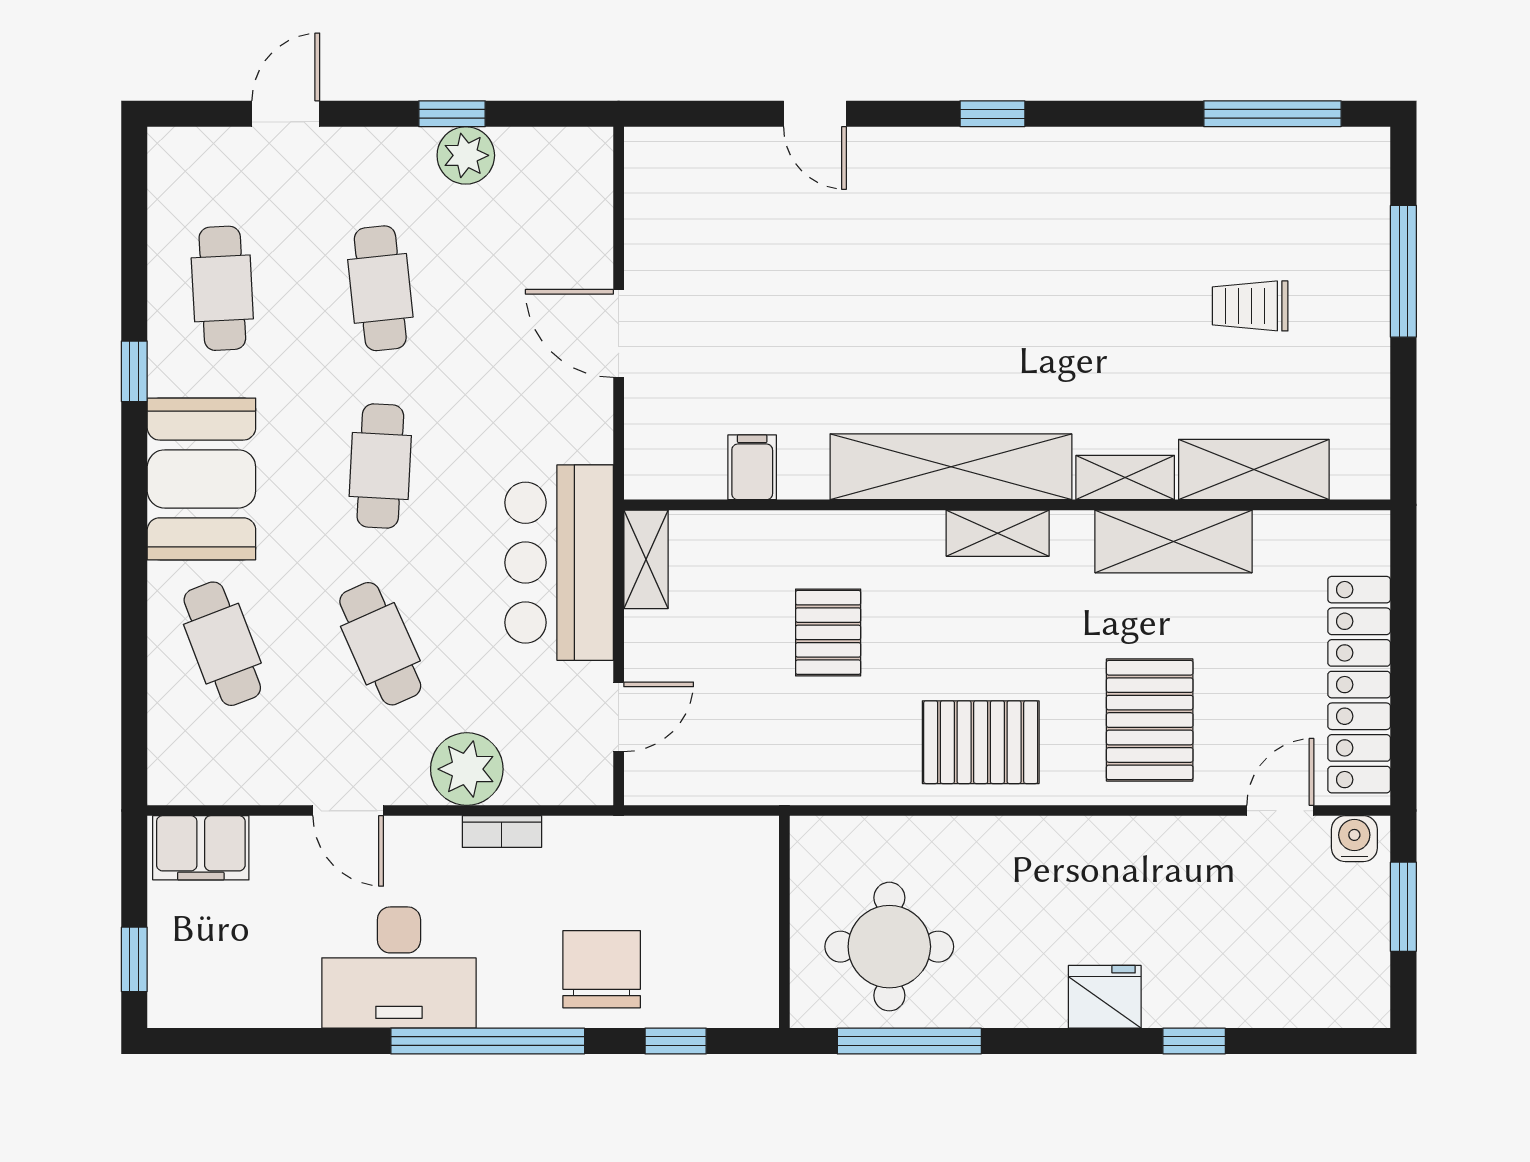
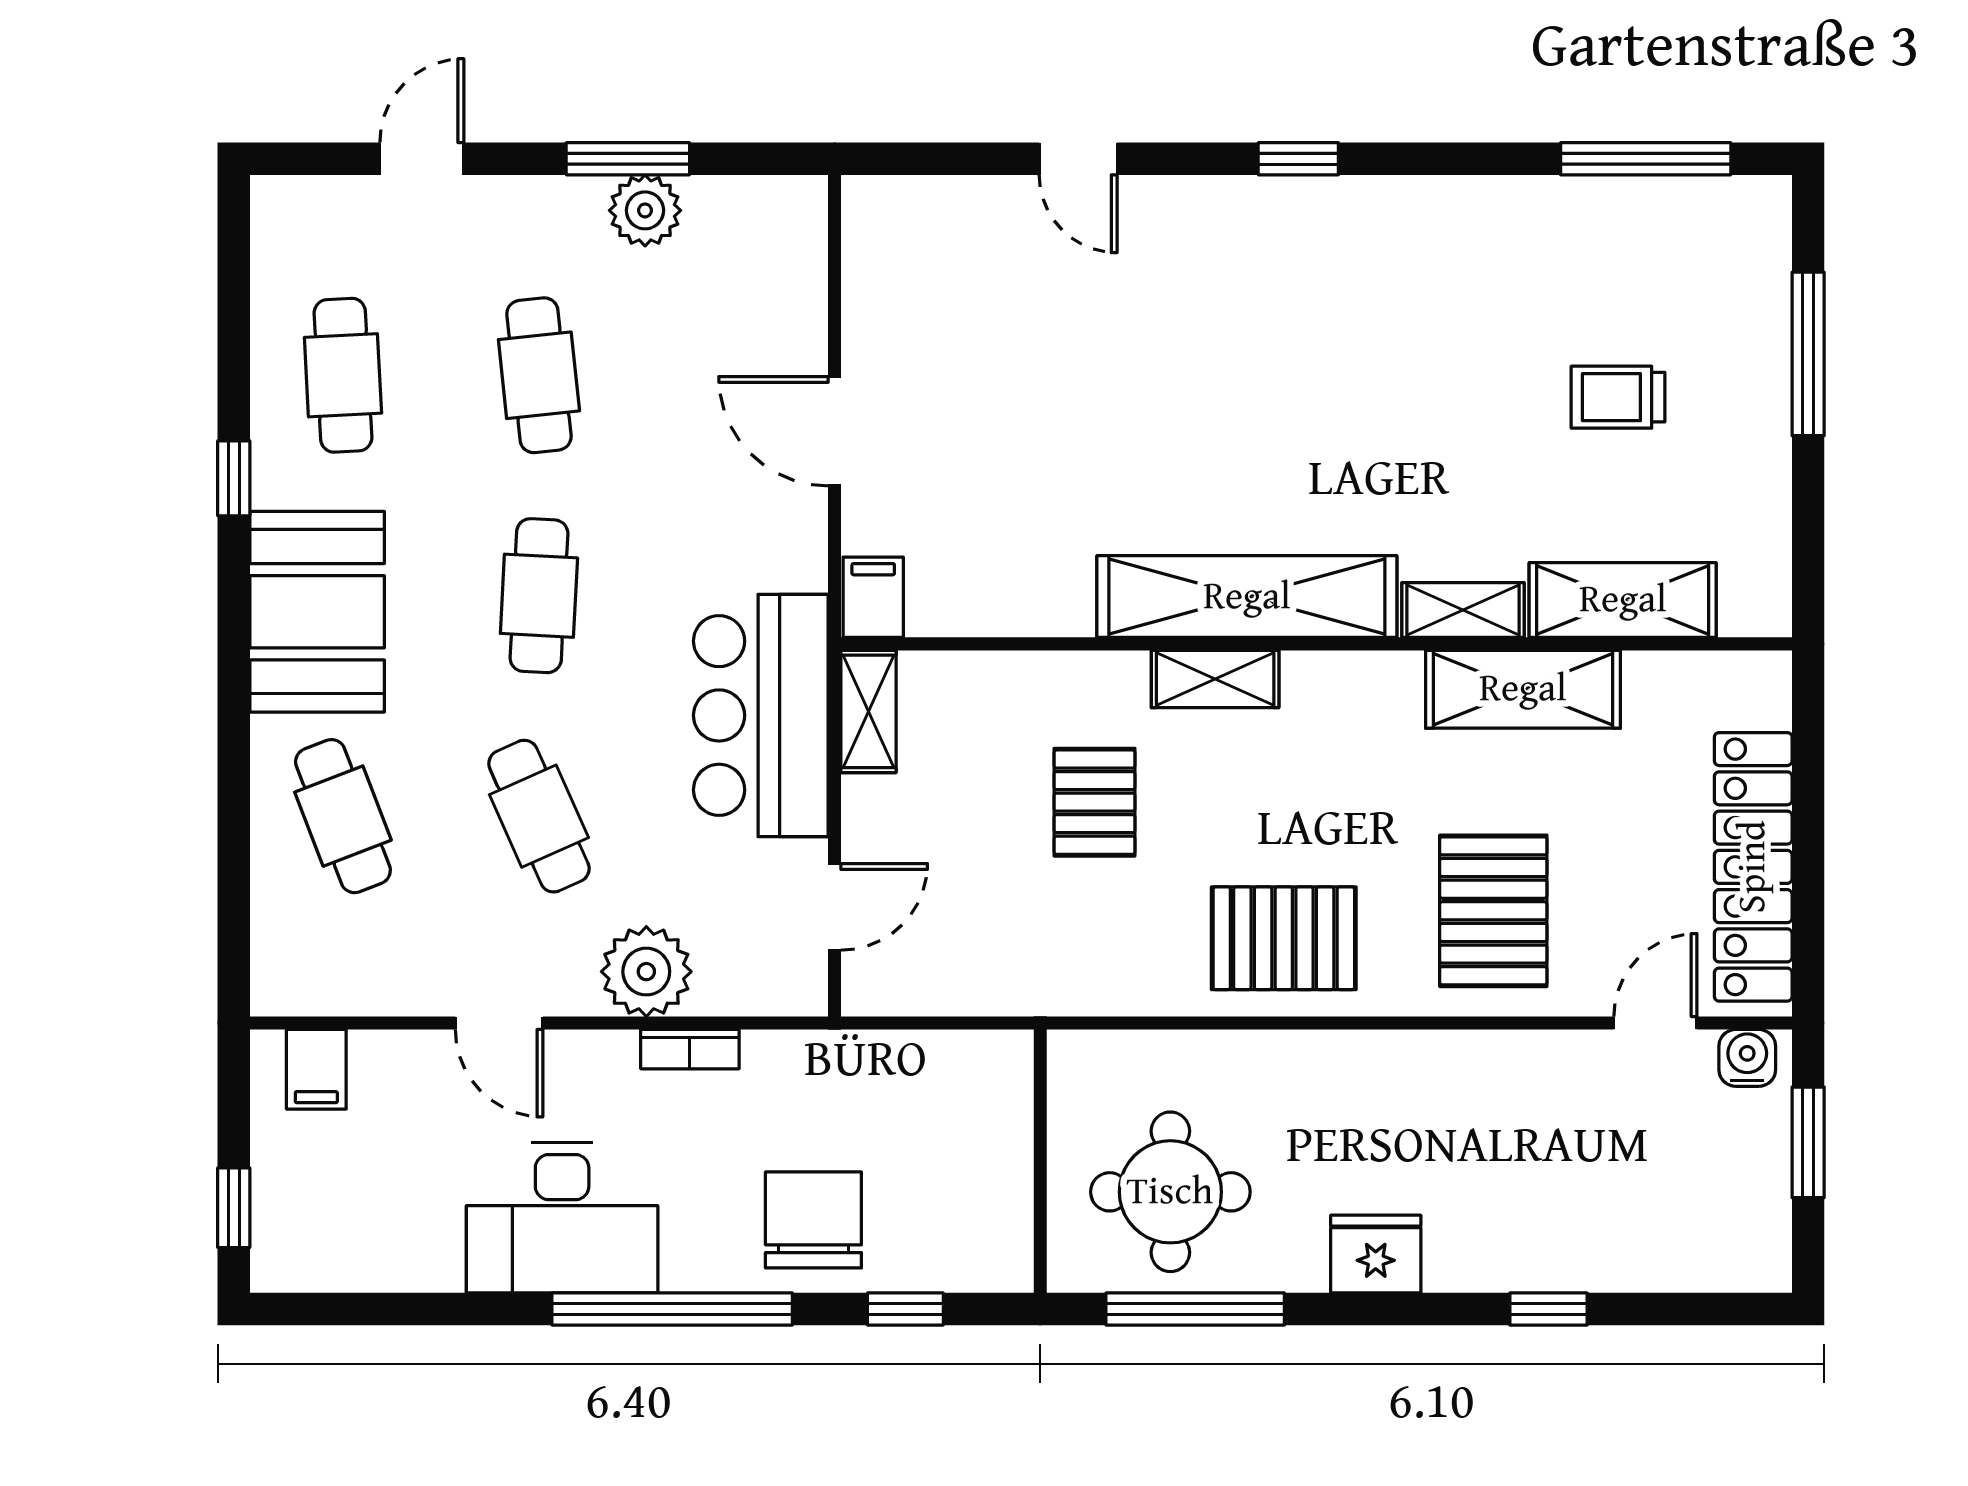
window: (452, 114) -> (628, 159), width x1.50
filing cabinet: (752, 467) -> (873, 597), moved
shelving: (998, 533) -> (1215, 679), moved
filing cabinet: (201, 848) -> (316, 1069), width x0.50
fridge: (1105, 997) -> (1376, 1254), moved

